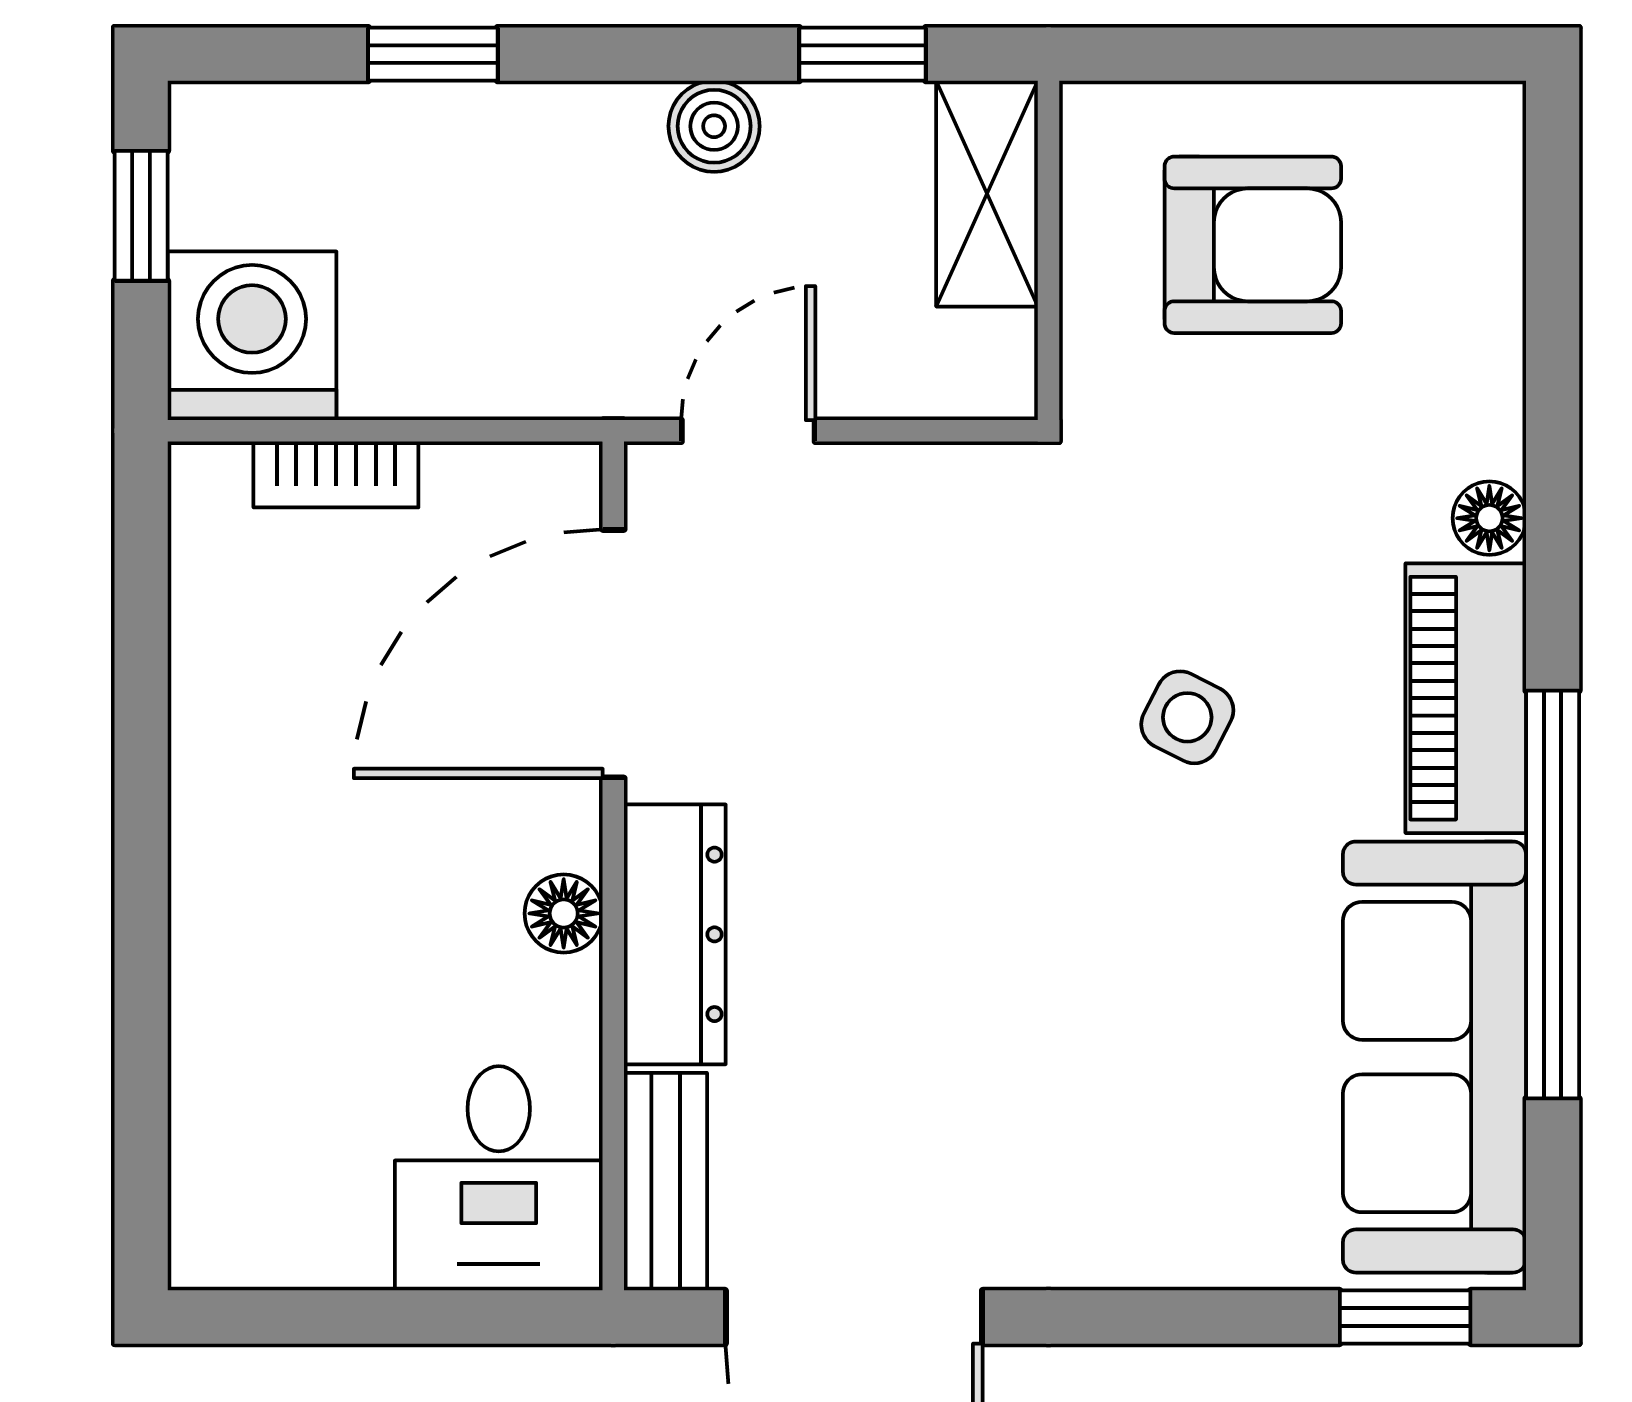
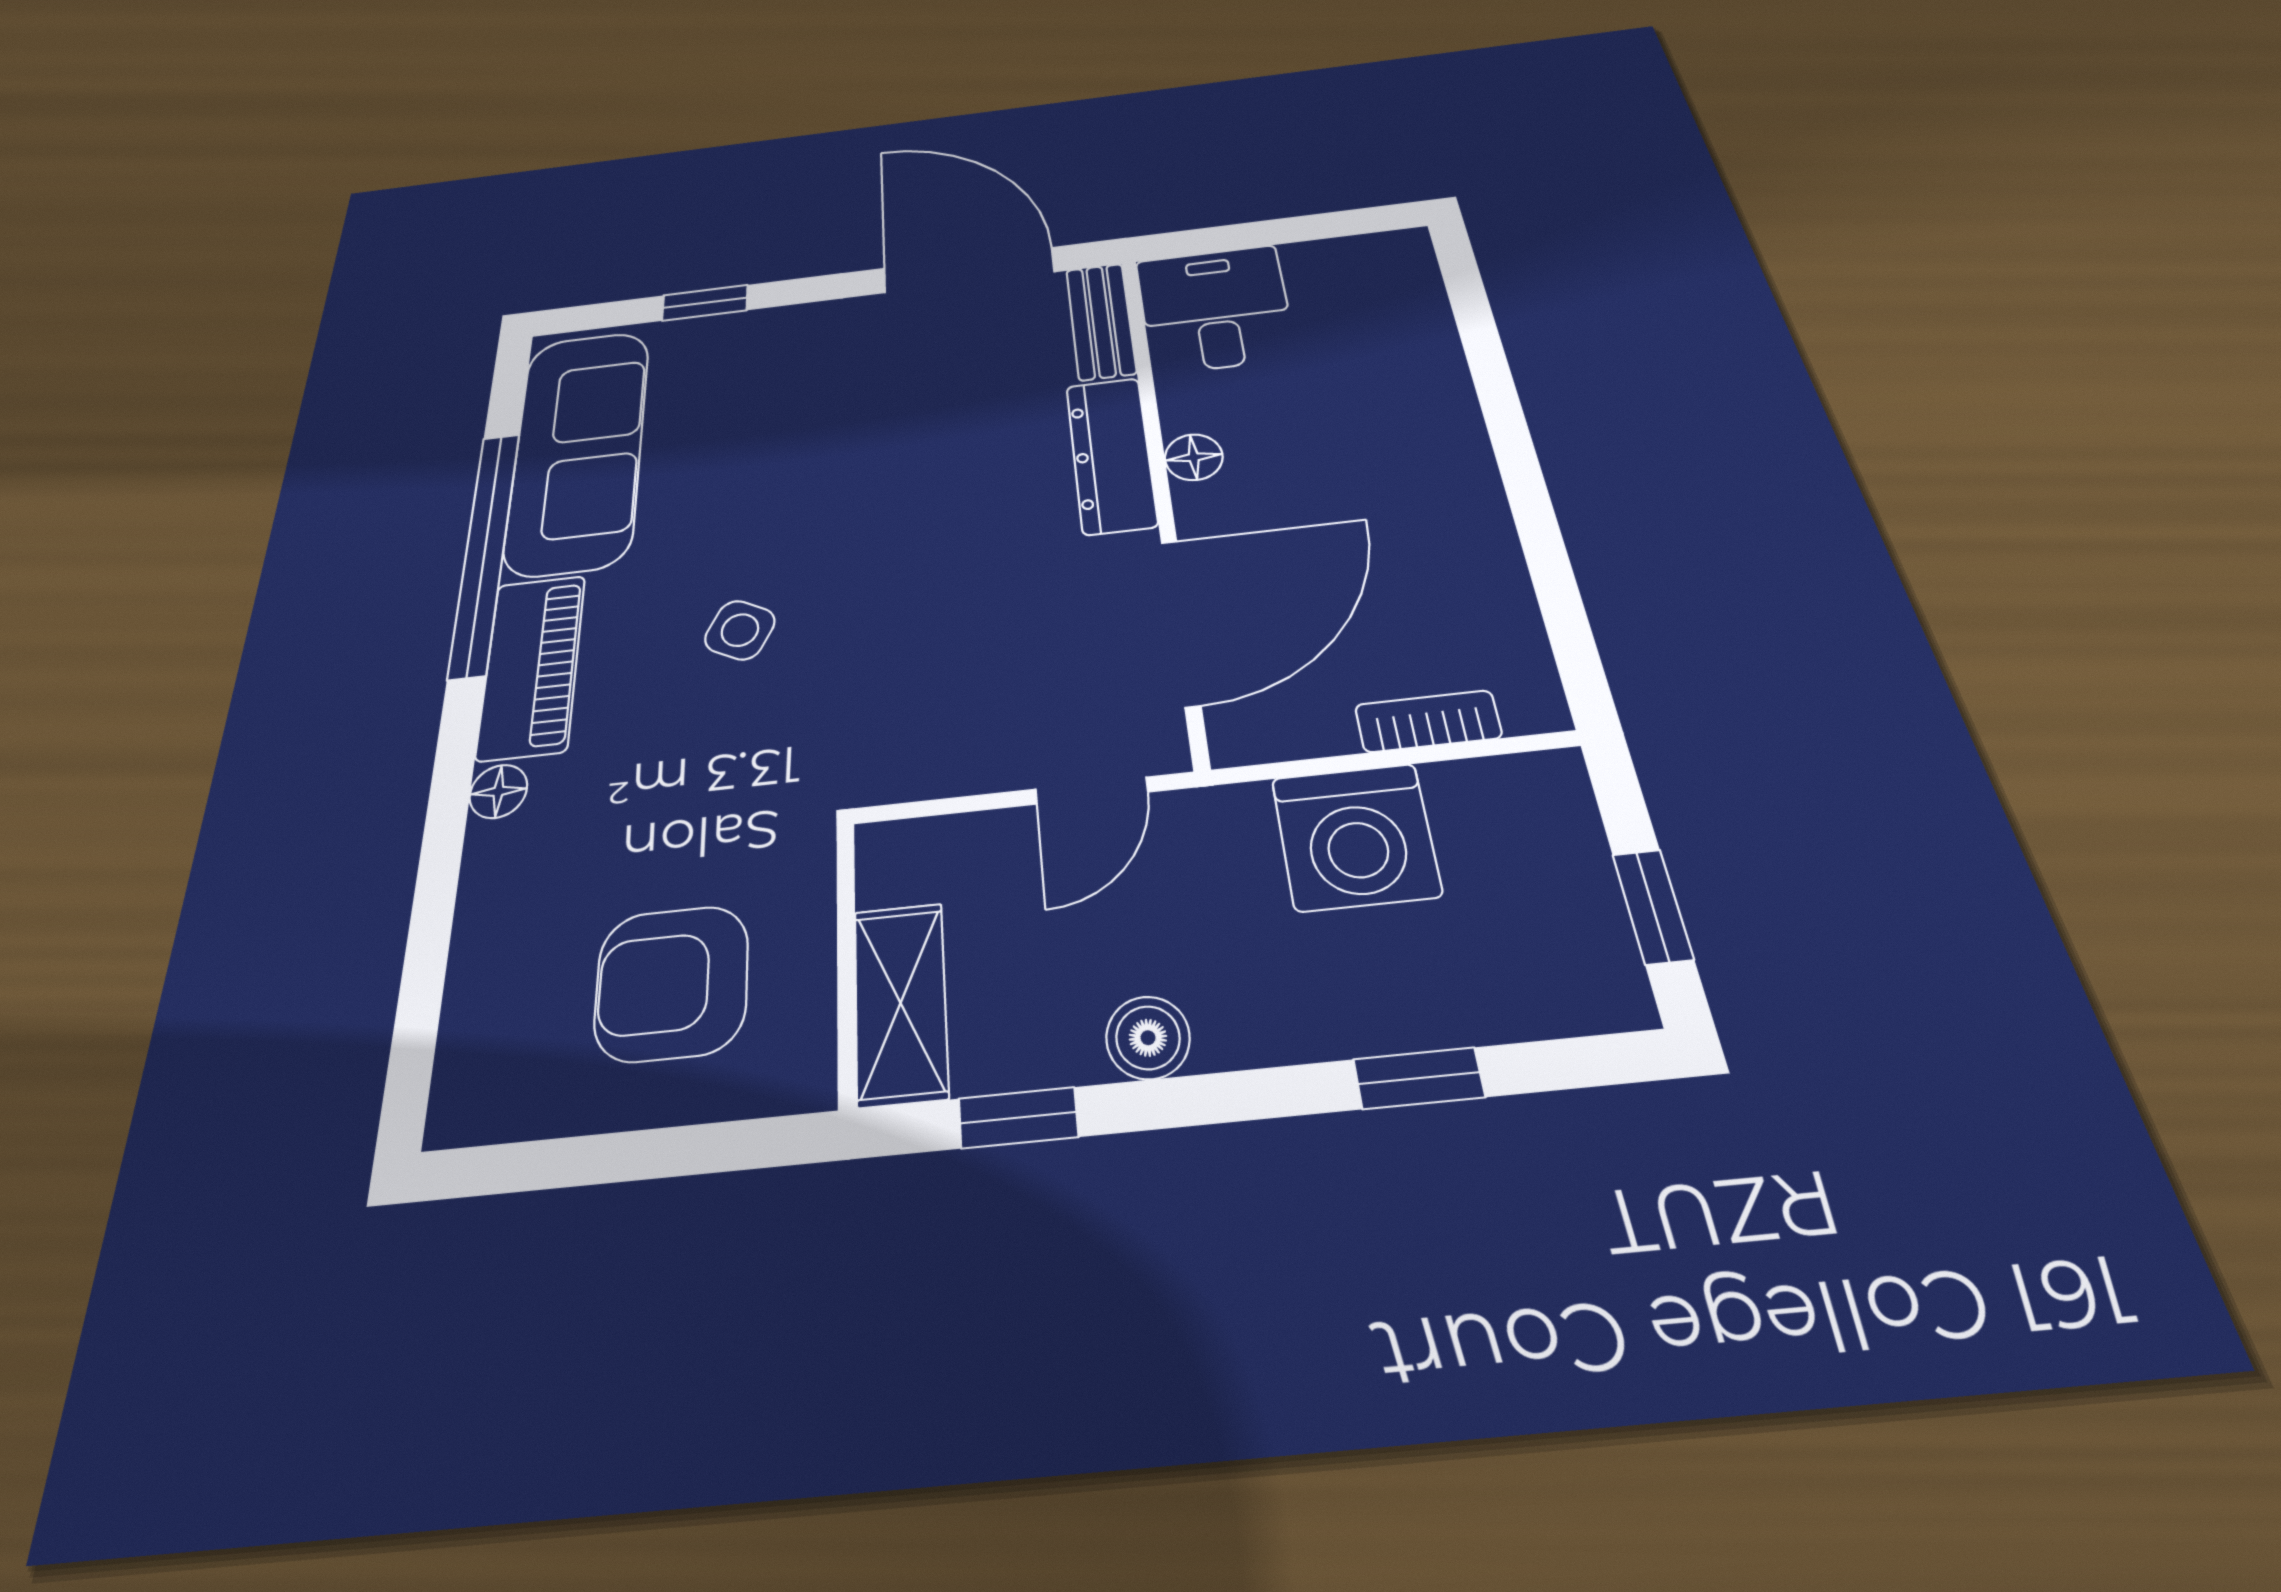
washing machine: (252, 336) -> (1356, 837), moved
window: (1405, 1317) -> (705, 303), moved

